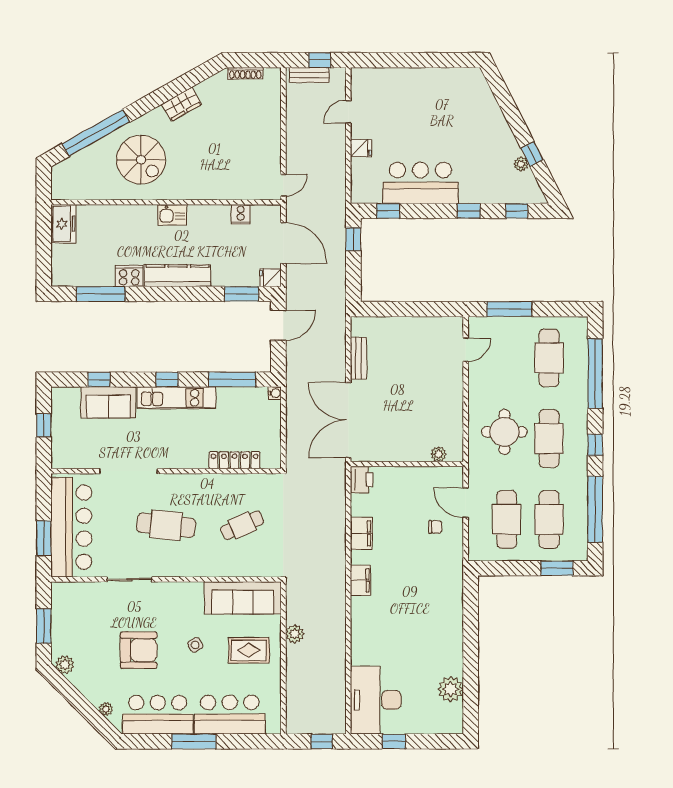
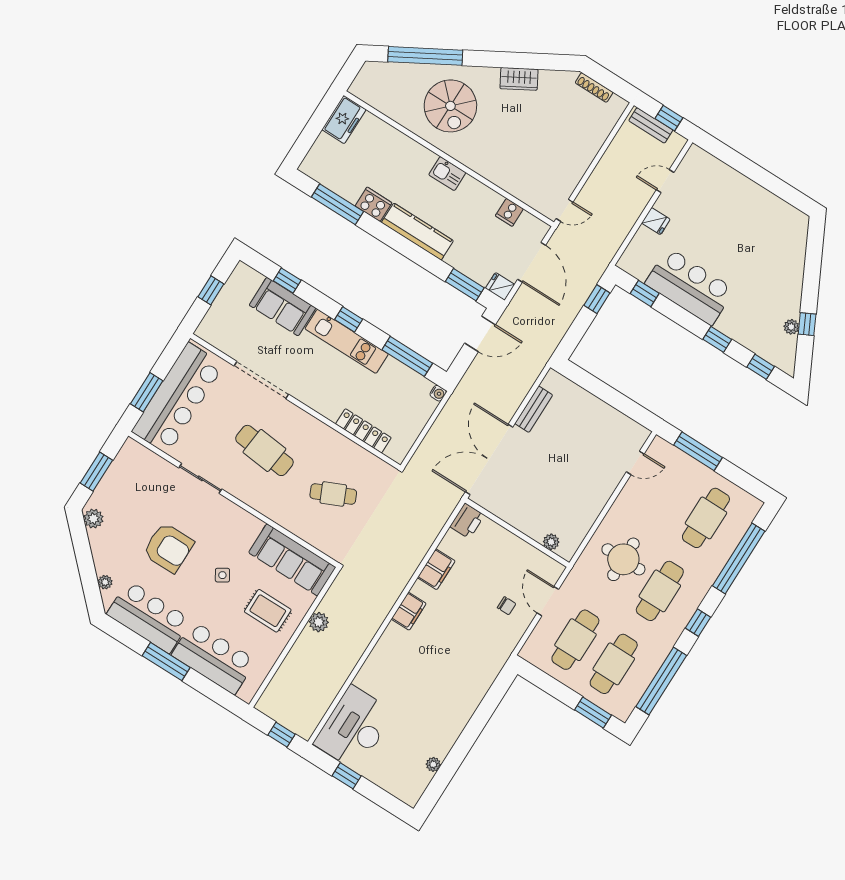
plant: (451, 689) -> (433, 764), width x0.53, depth x0.53

